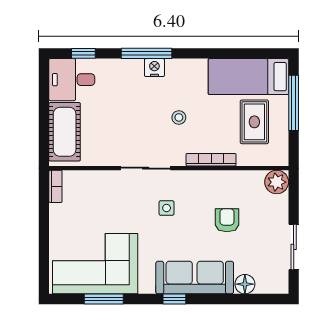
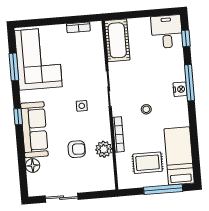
cot: (65, 132) -> (117, 40), moved, turned 90
plant: (277, 182) -> (104, 149), moved
bookcase: (55, 186) -> (78, 27), moved

